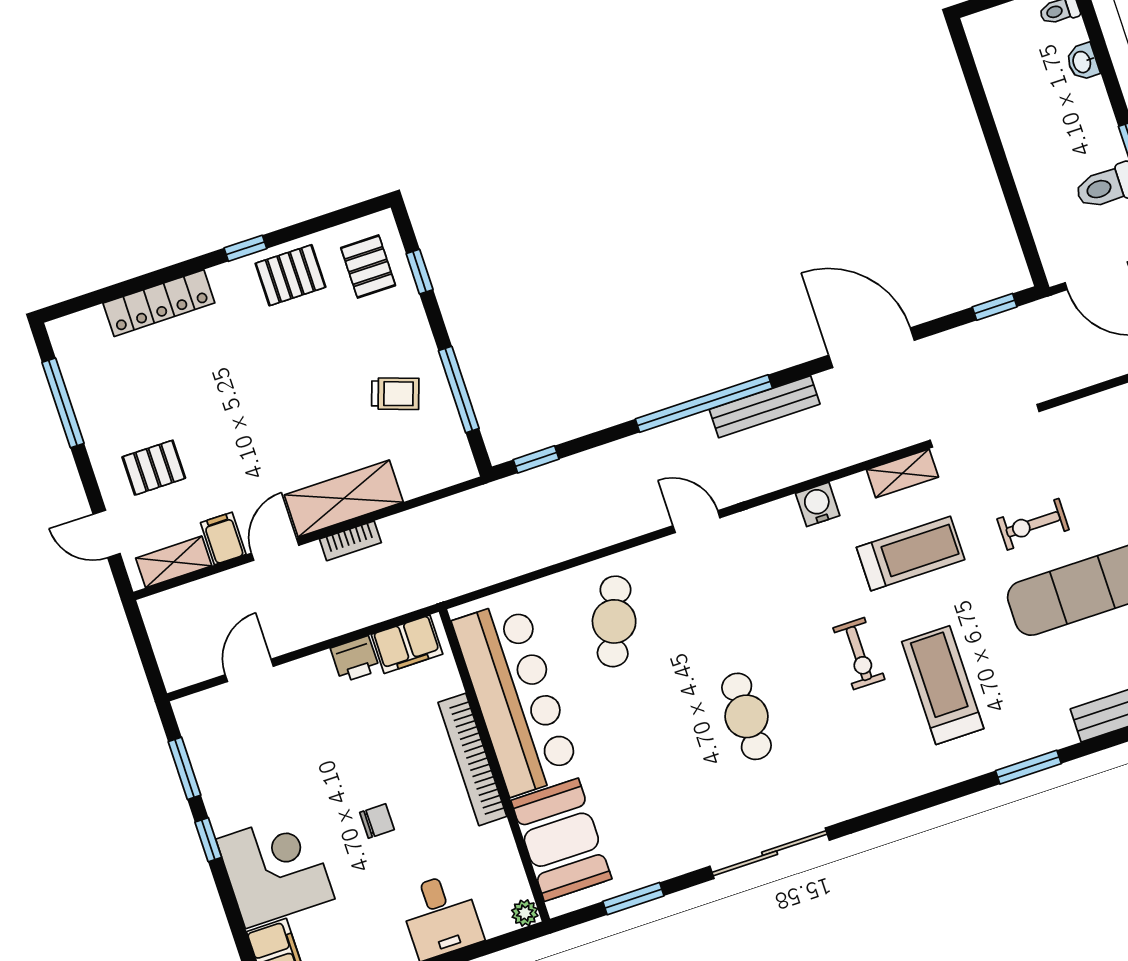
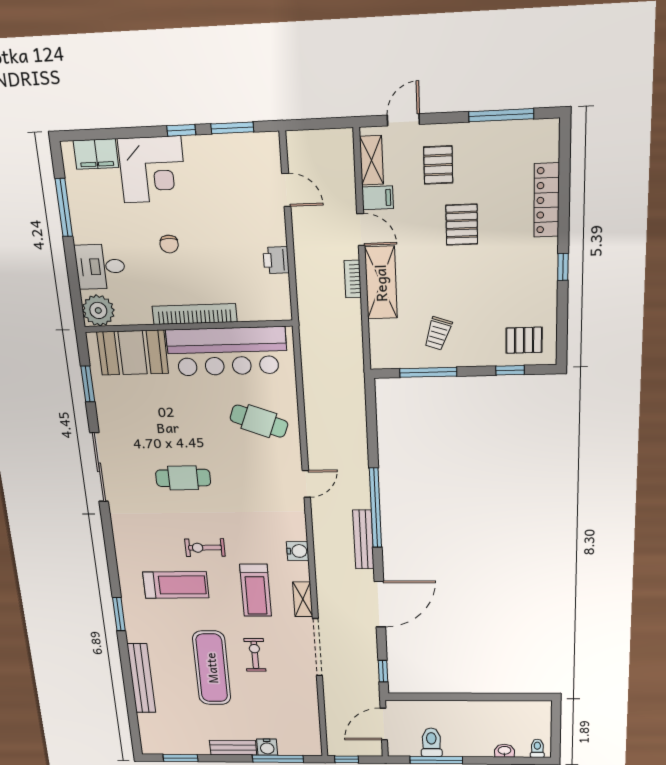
pallet: (290, 275) -> (462, 225), moved
window: (536, 459) -> (371, 405), removed
filing cabinet: (407, 644) -> (277, 295), removed
plant: (525, 913) -> (98, 310), width x1.88, depth x1.88

